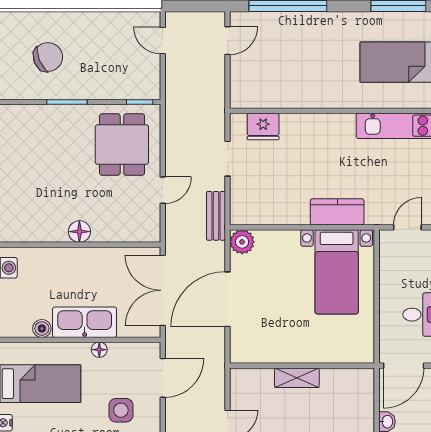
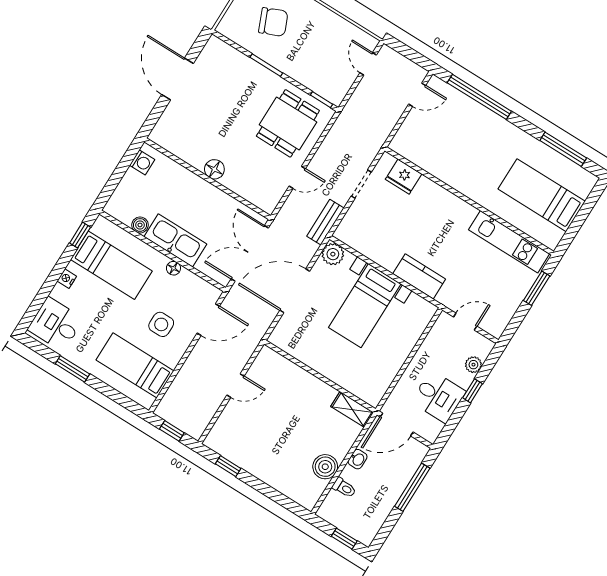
bed with nightstands: (337, 272) -> (365, 306), moved
shelving: (297, 378) -> (352, 409), moved

